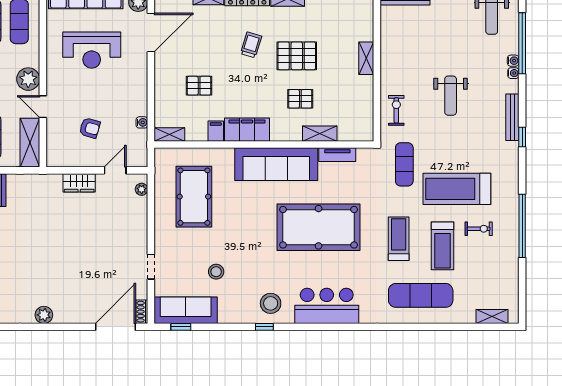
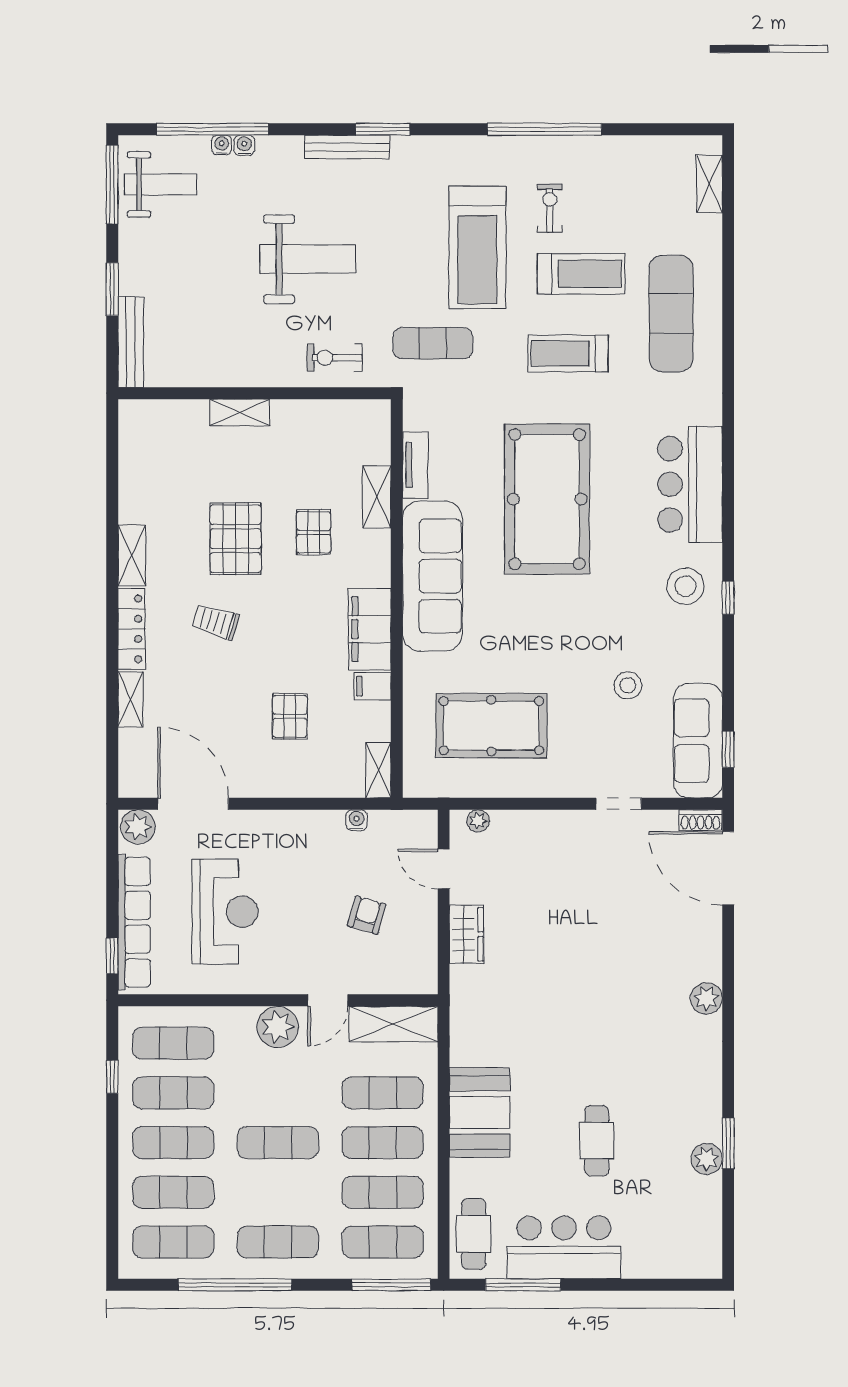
water cooler: (513, 73) -> (222, 145), moved
weight bench: (451, 96) -> (308, 259), width x1.36, depth x1.33
window: (522, 137) -> (383, 129), width x1.50

